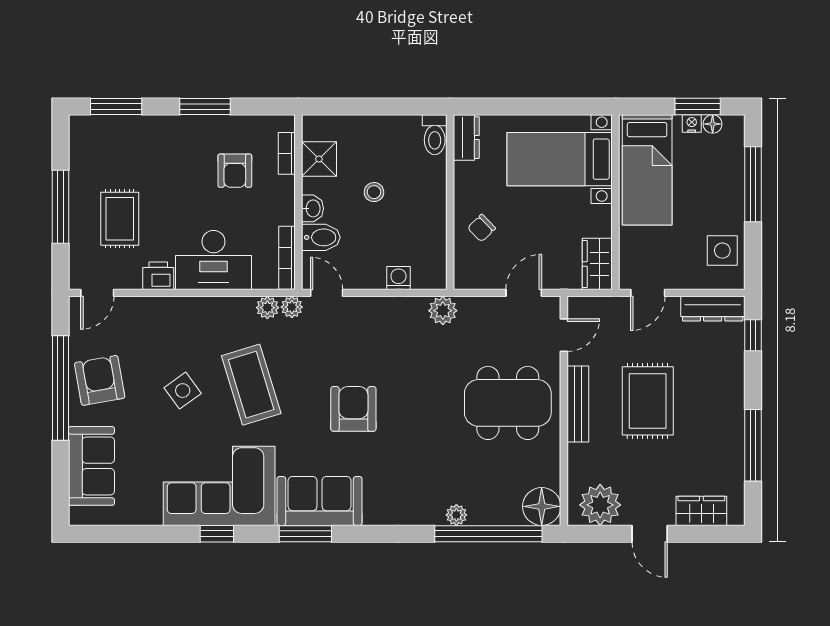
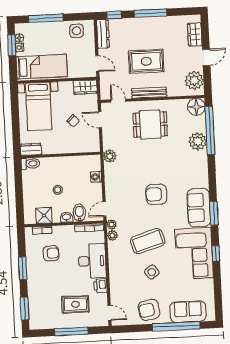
chair: (482, 228) -> (73, 121), moved
window: (60, 388) -> (176, 326), moved
dining table: (508, 403) -> (150, 125), width x0.73
window: (753, 445) -> (150, 13), moved
plant: (456, 515) -> (198, 141), width x1.87, depth x1.87

